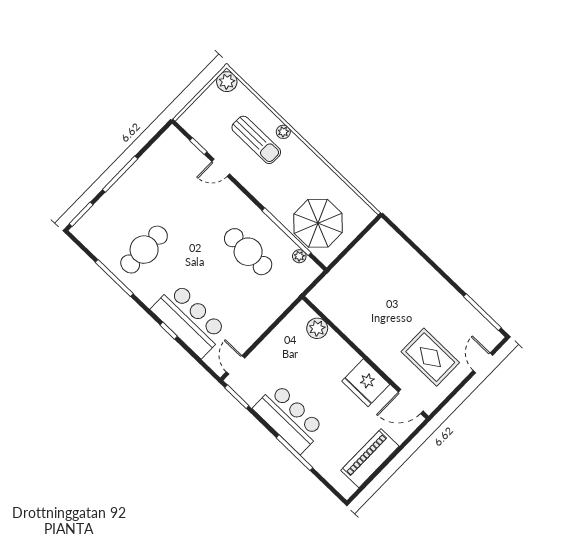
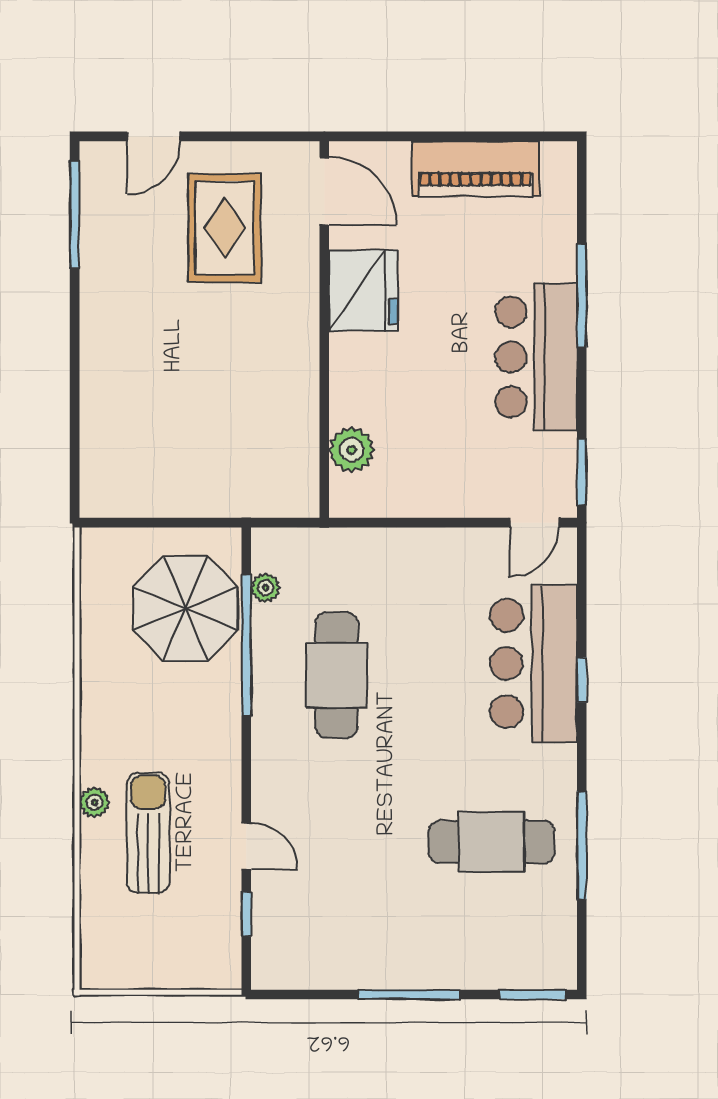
plant: (227, 82) -> (101, 968), removed

